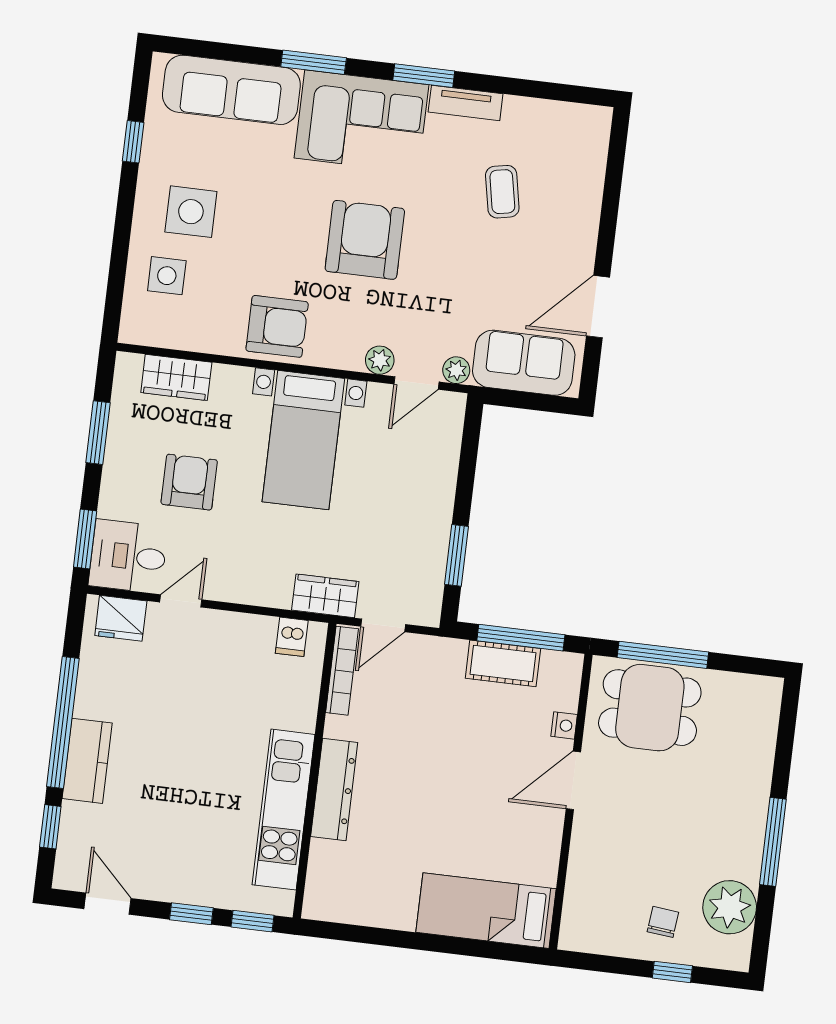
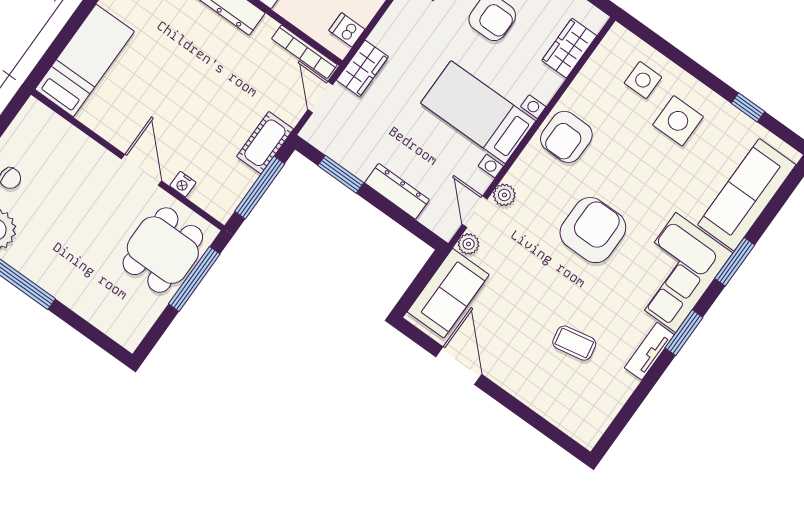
armchair: (365, 240) -> (593, 230), turned -90
dresser: (441, 482) -> (397, 191), added
cot: (503, 663) -> (265, 143), moved

